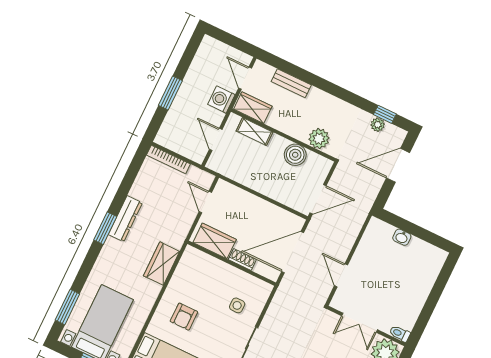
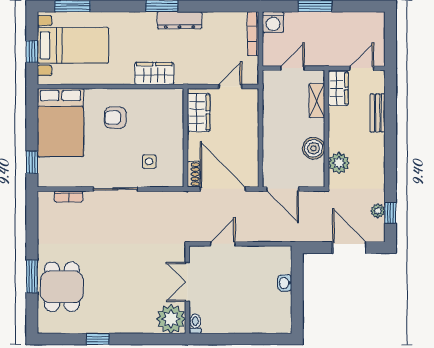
washing machine: (221, 99) -> (273, 22), moved, turned 180
shoe rack: (242, 260) -> (194, 174), moved

